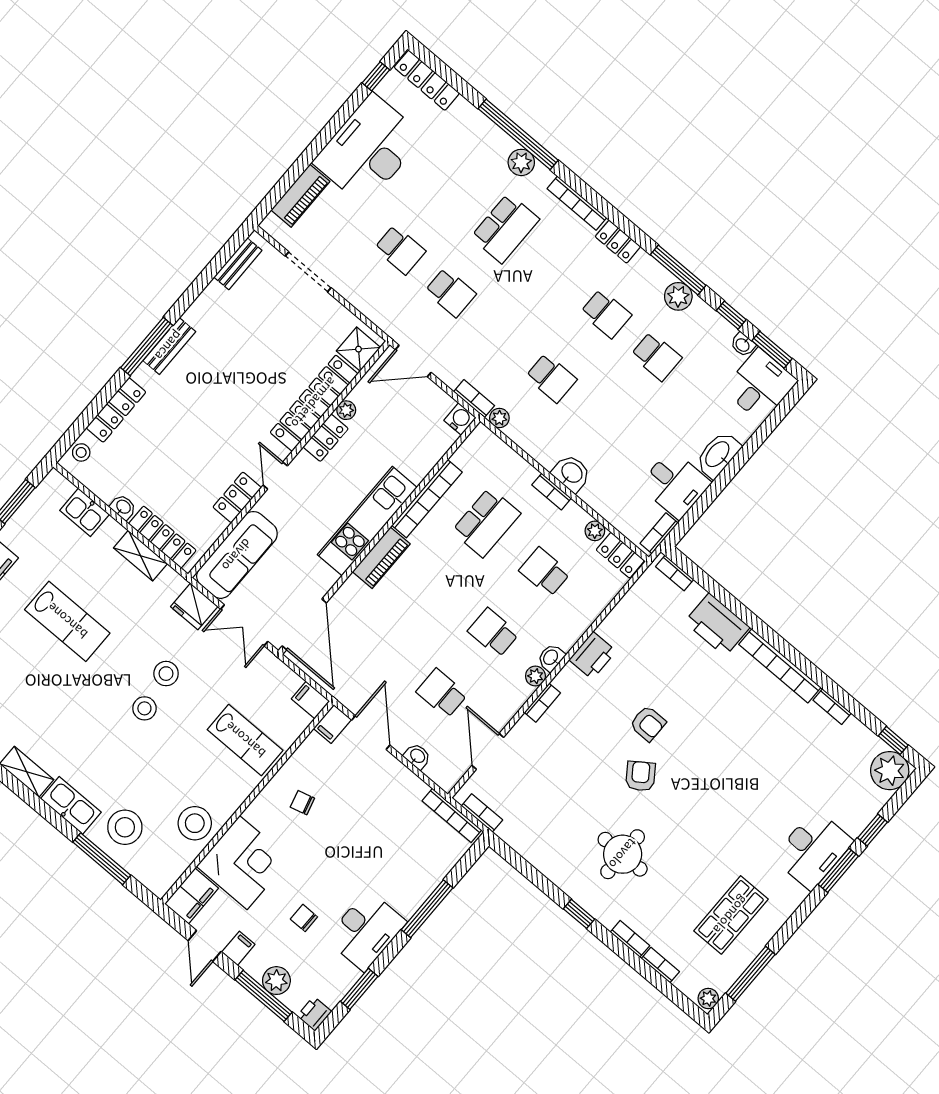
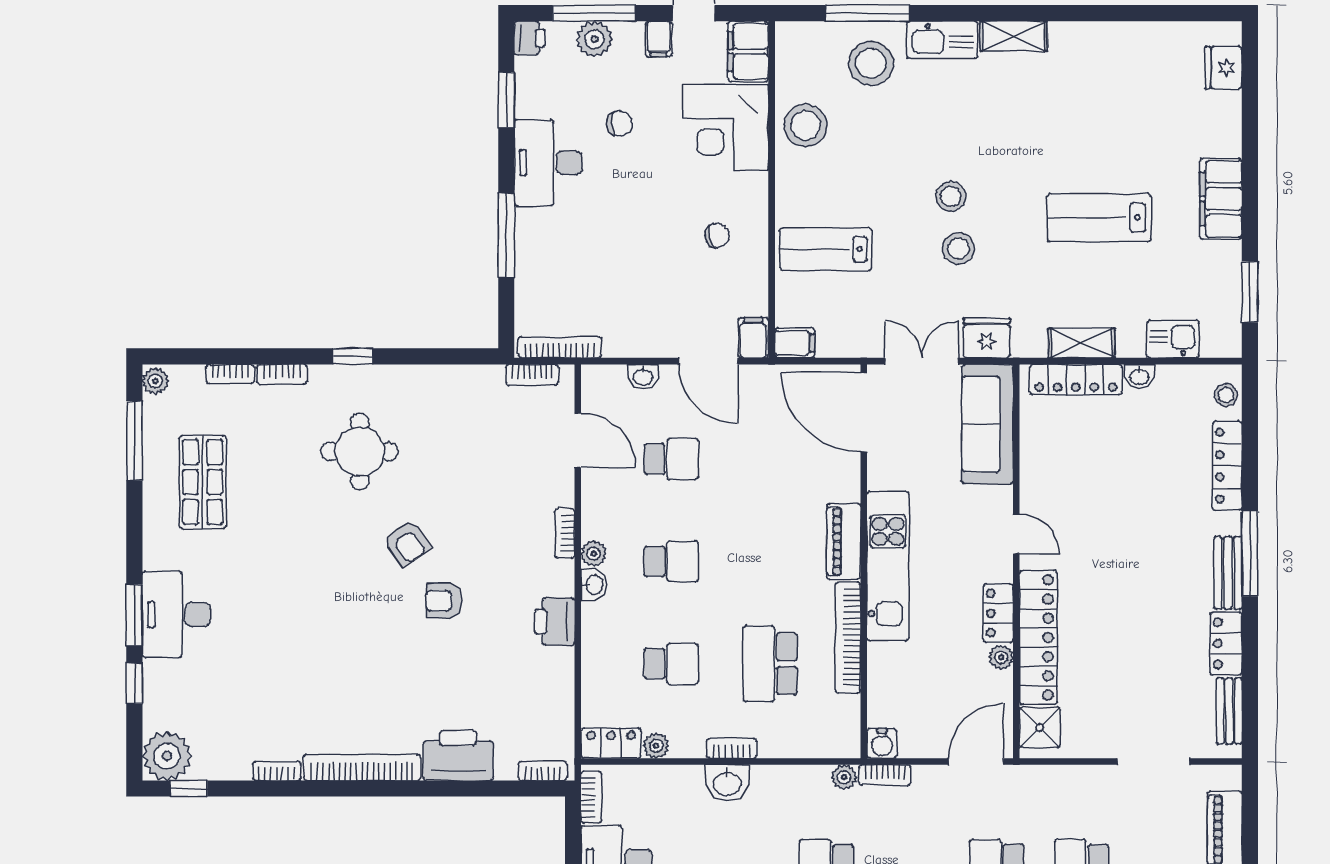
locker: (237, 497) -> (1226, 643), moved, turned 180

